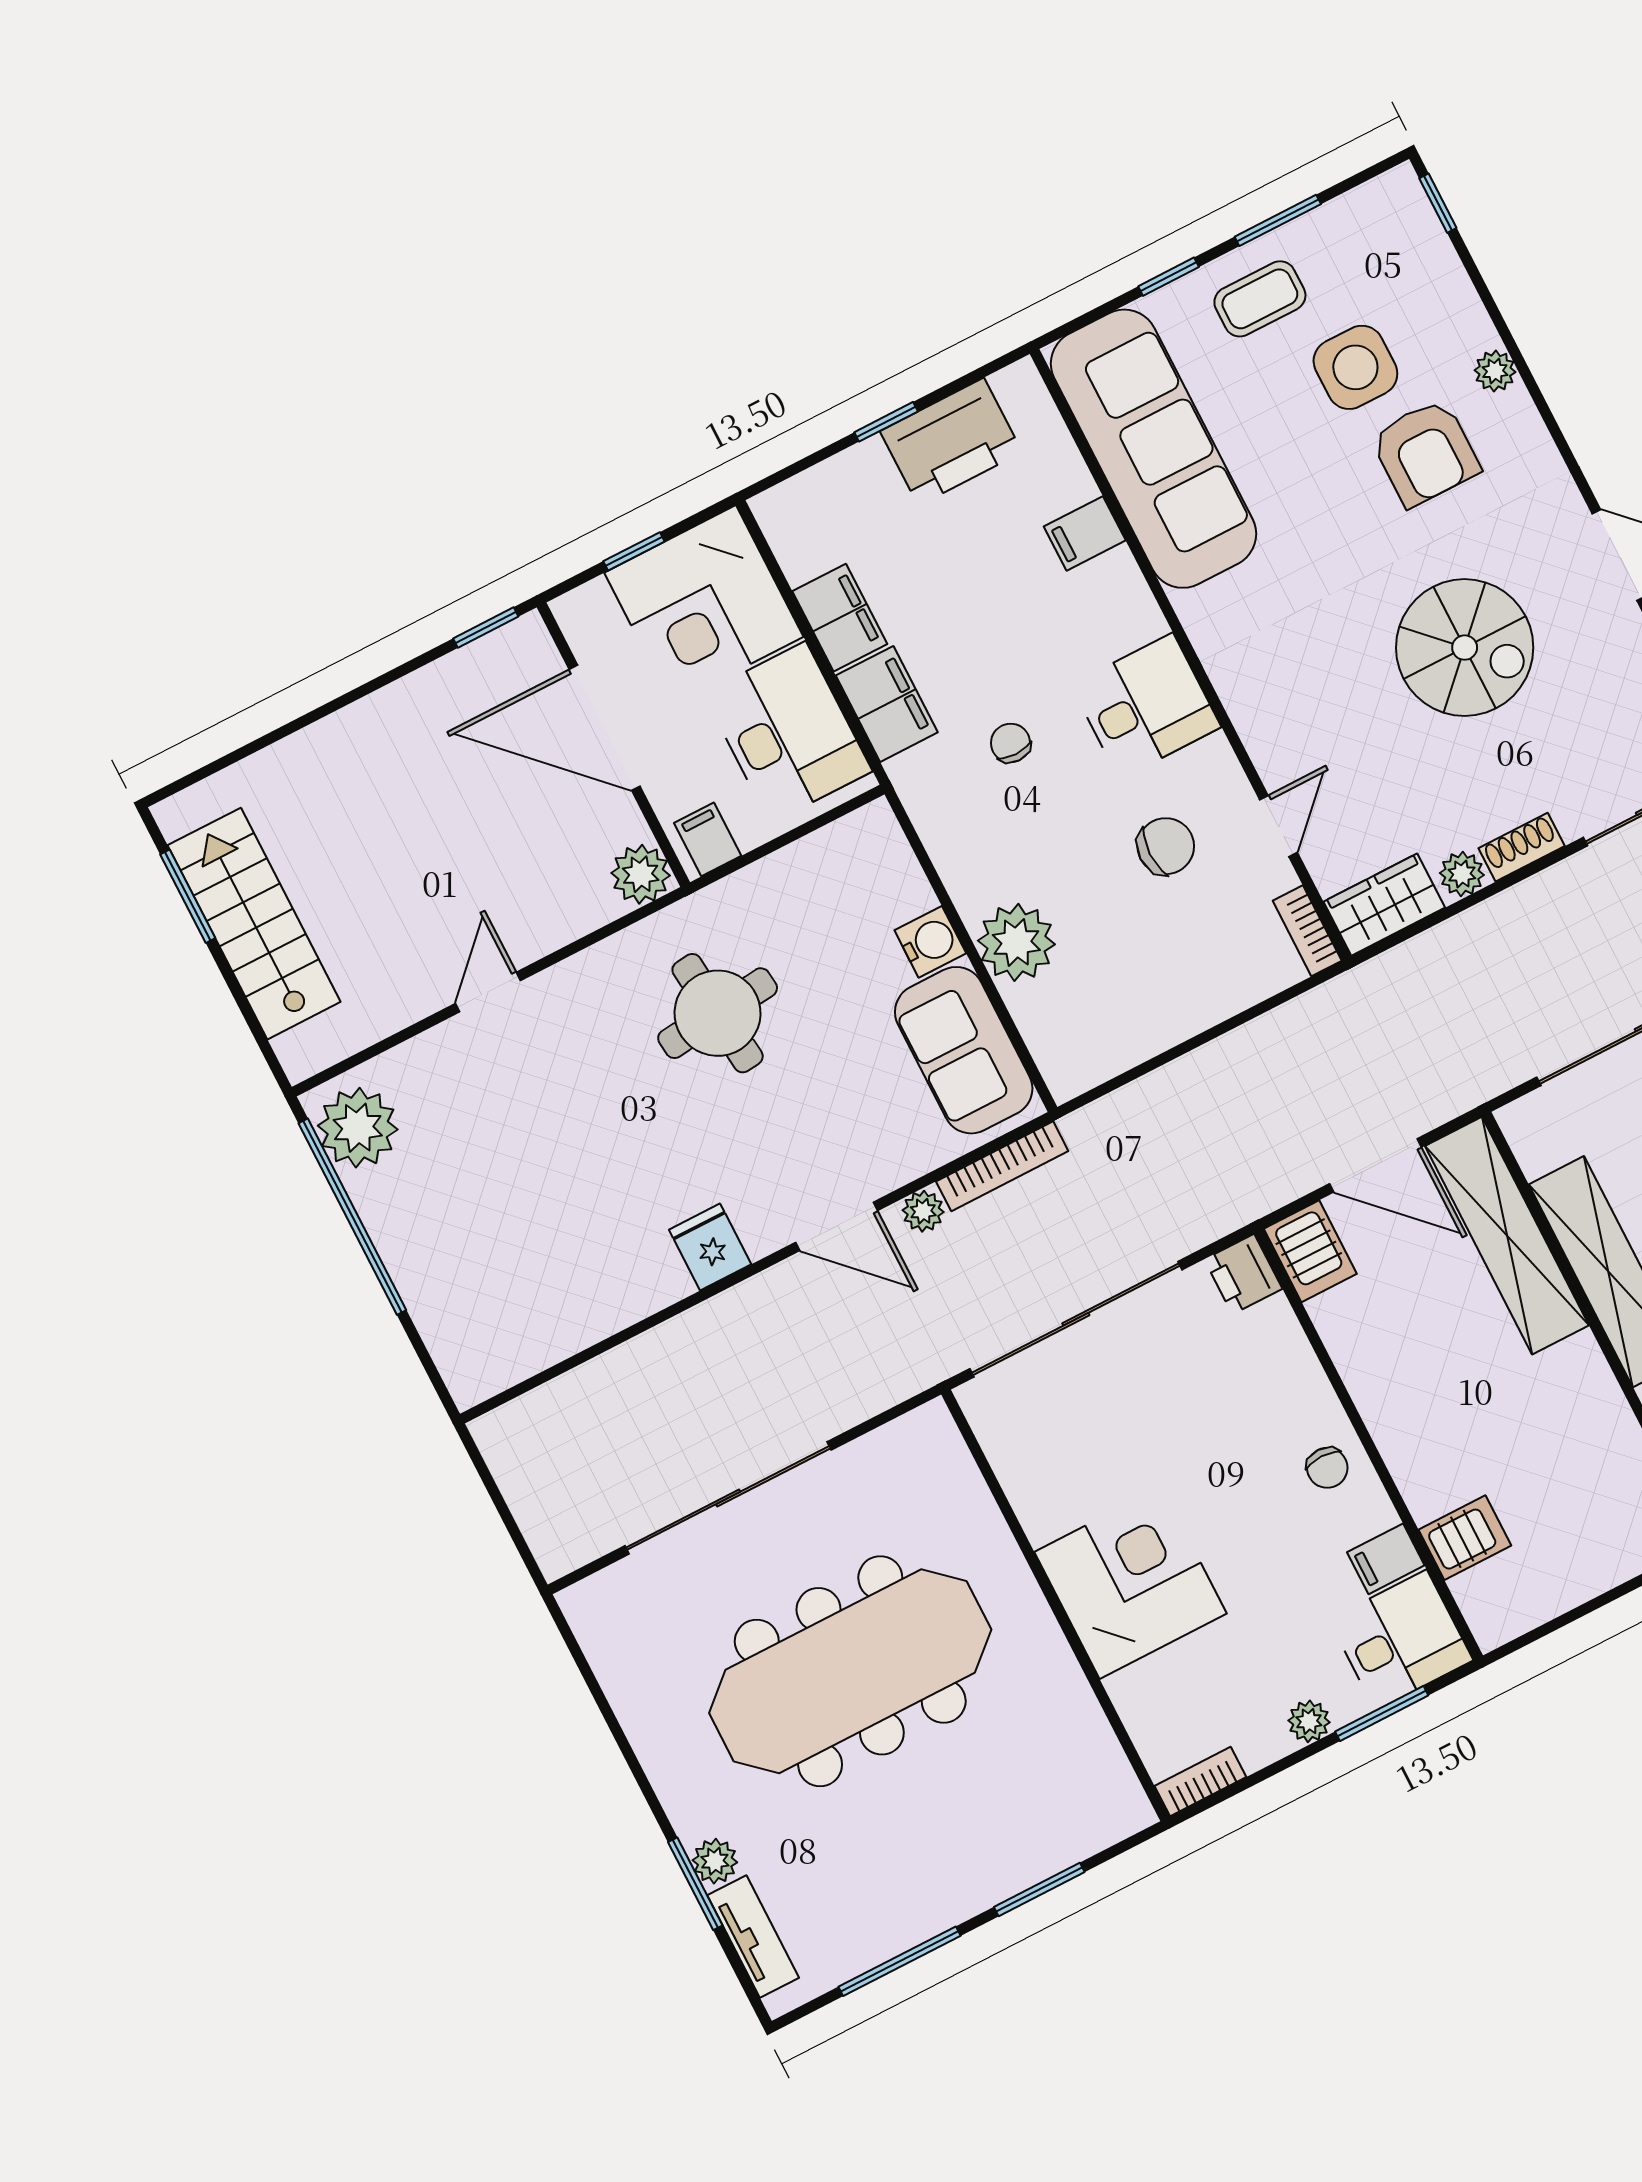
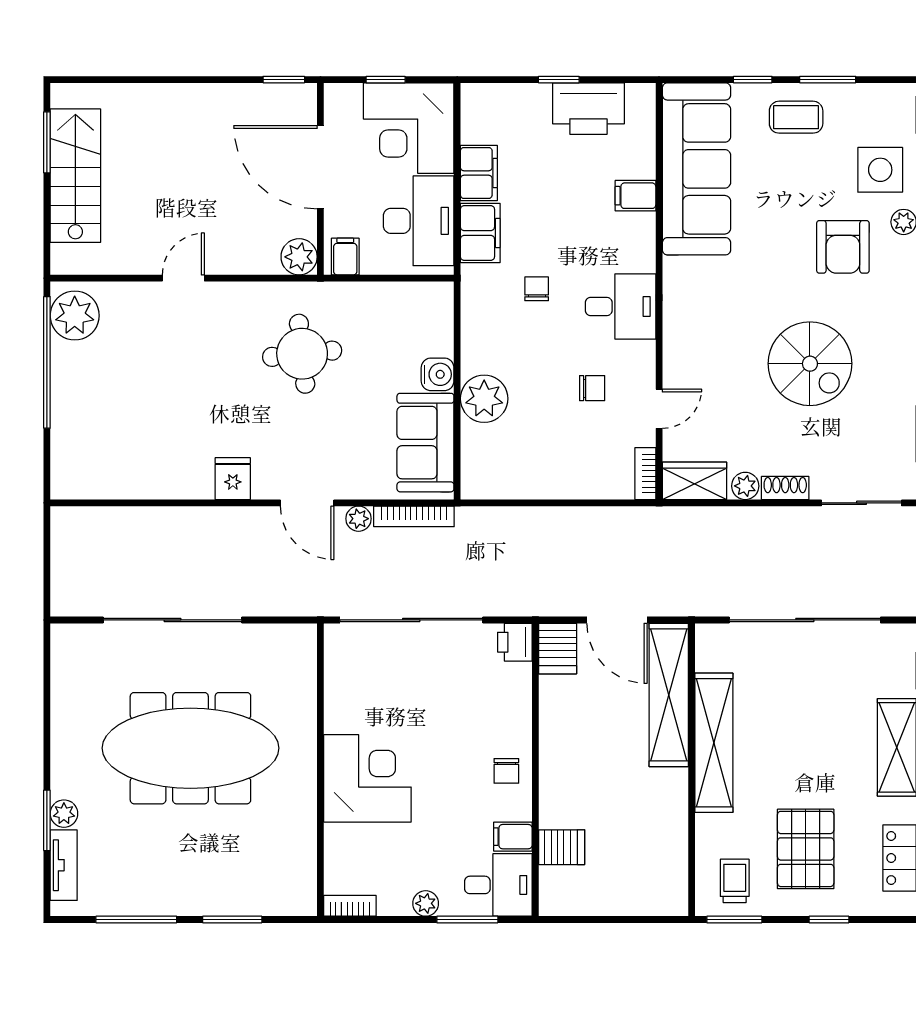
side table: (1355, 367) -> (880, 170), moved
chair: (1166, 846) -> (592, 388), width x0.73, depth x0.73

